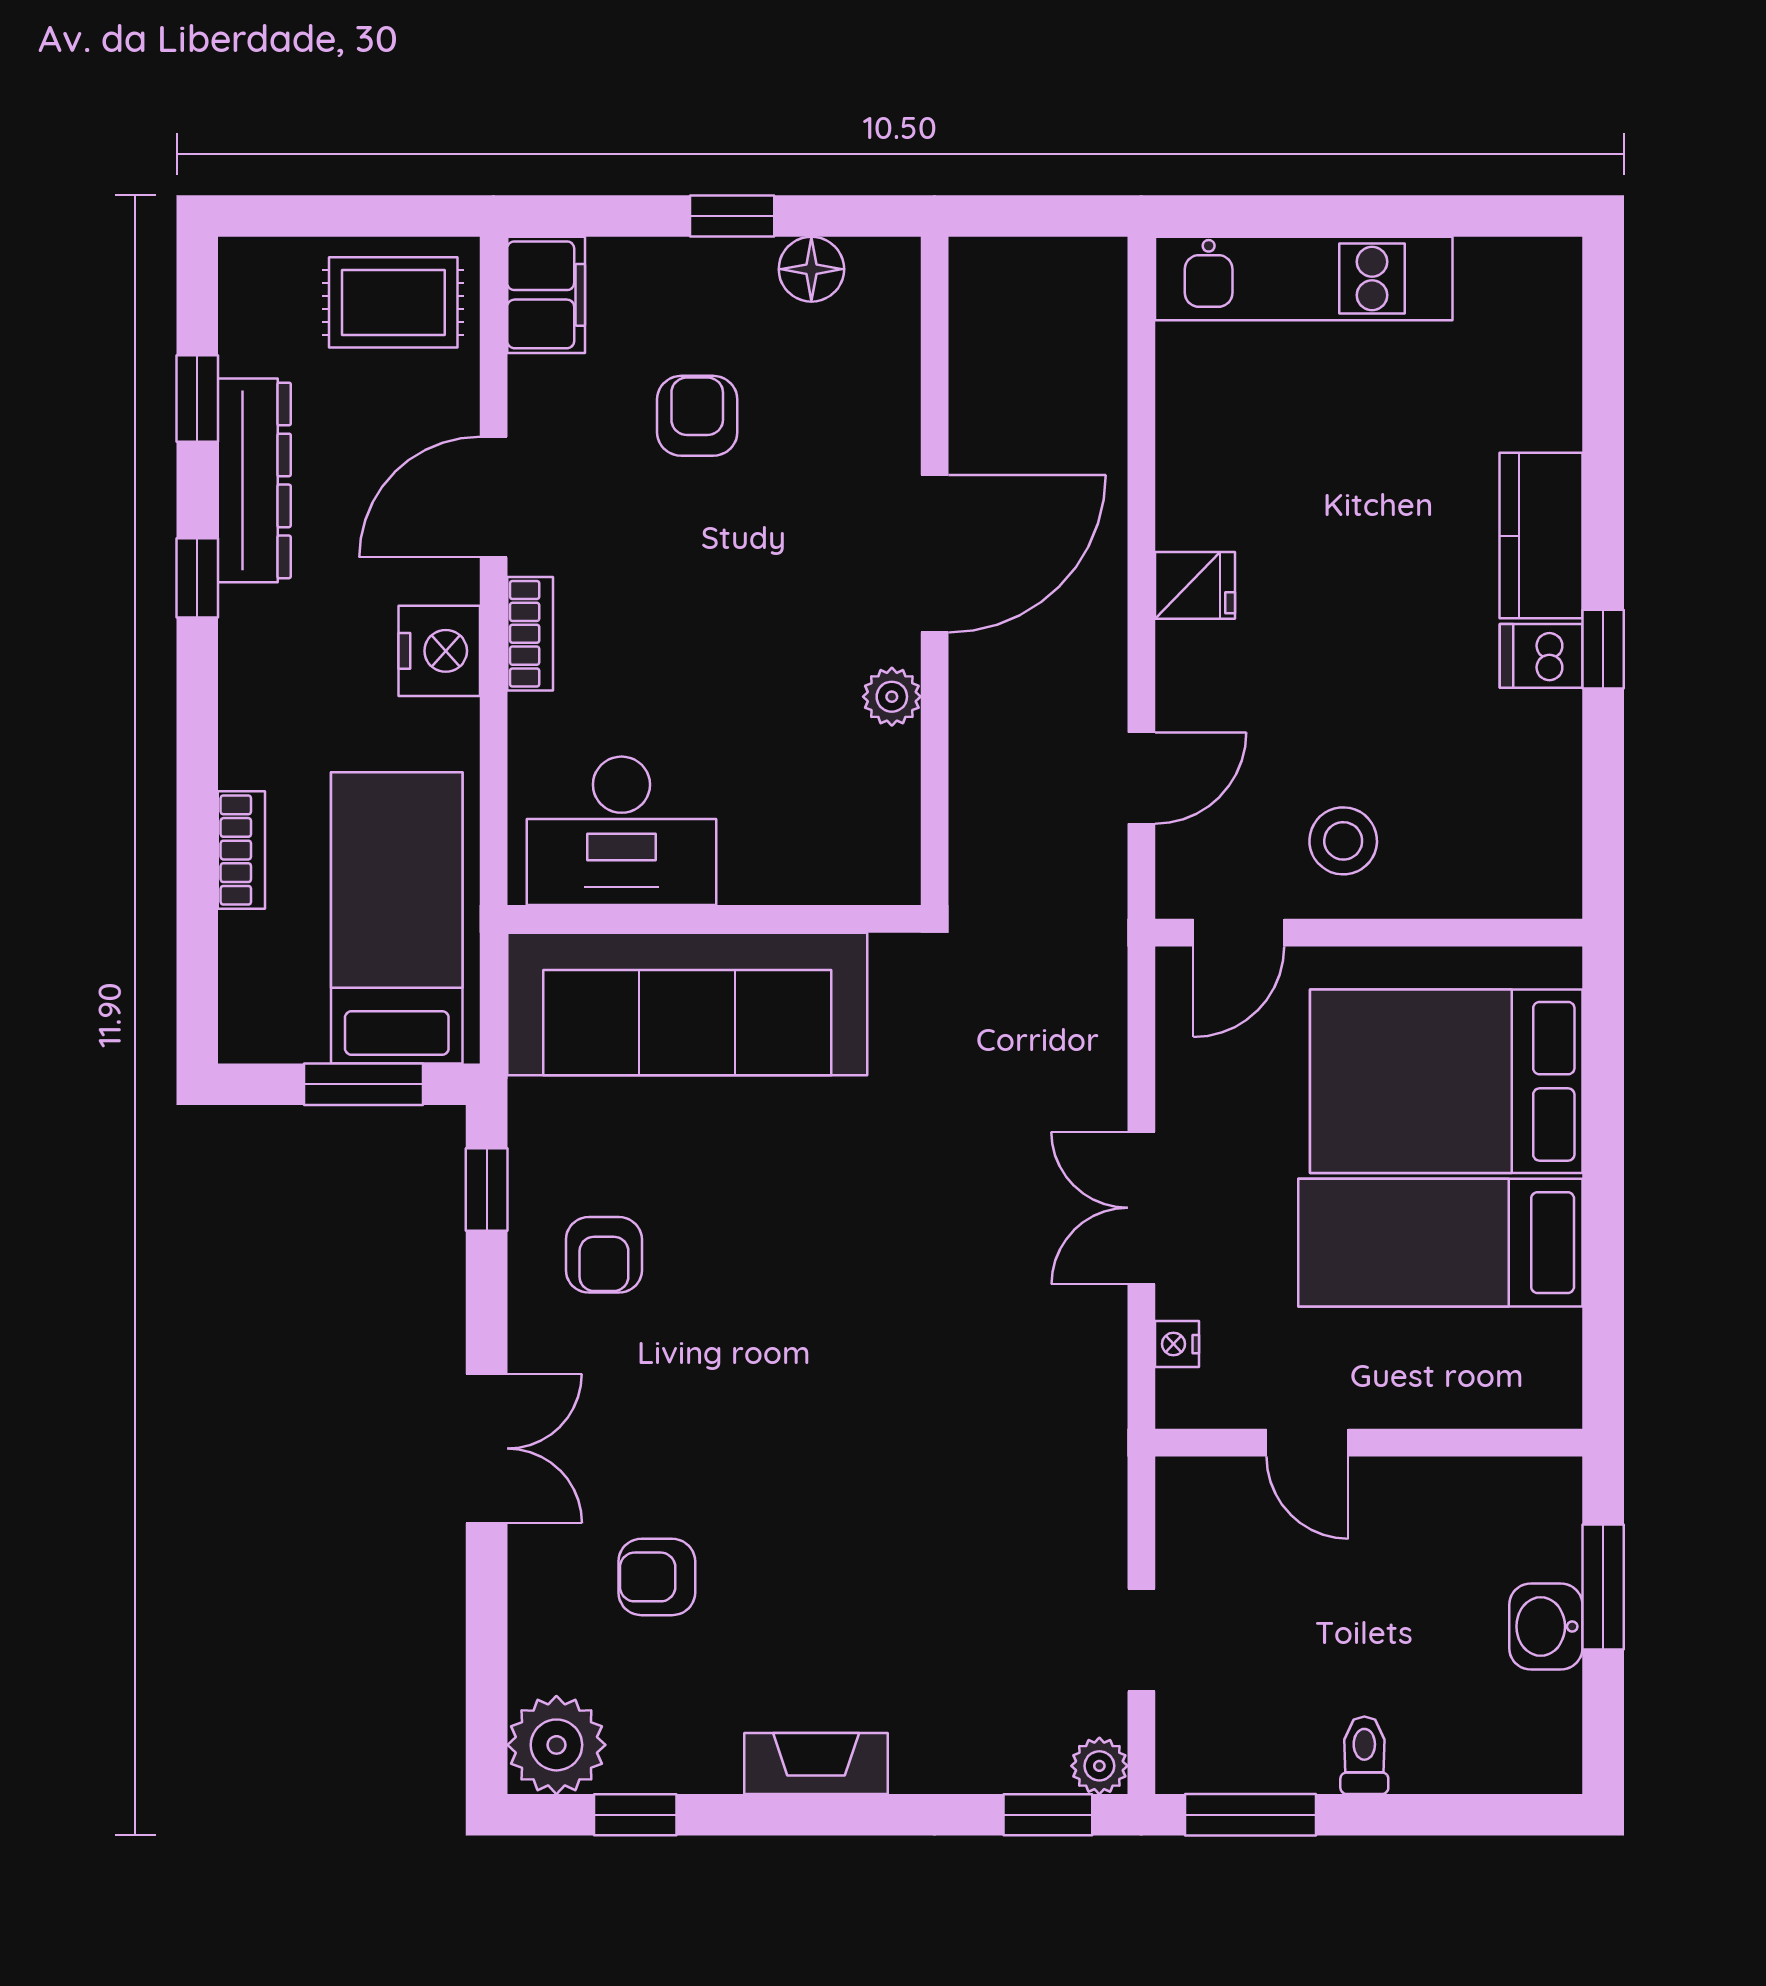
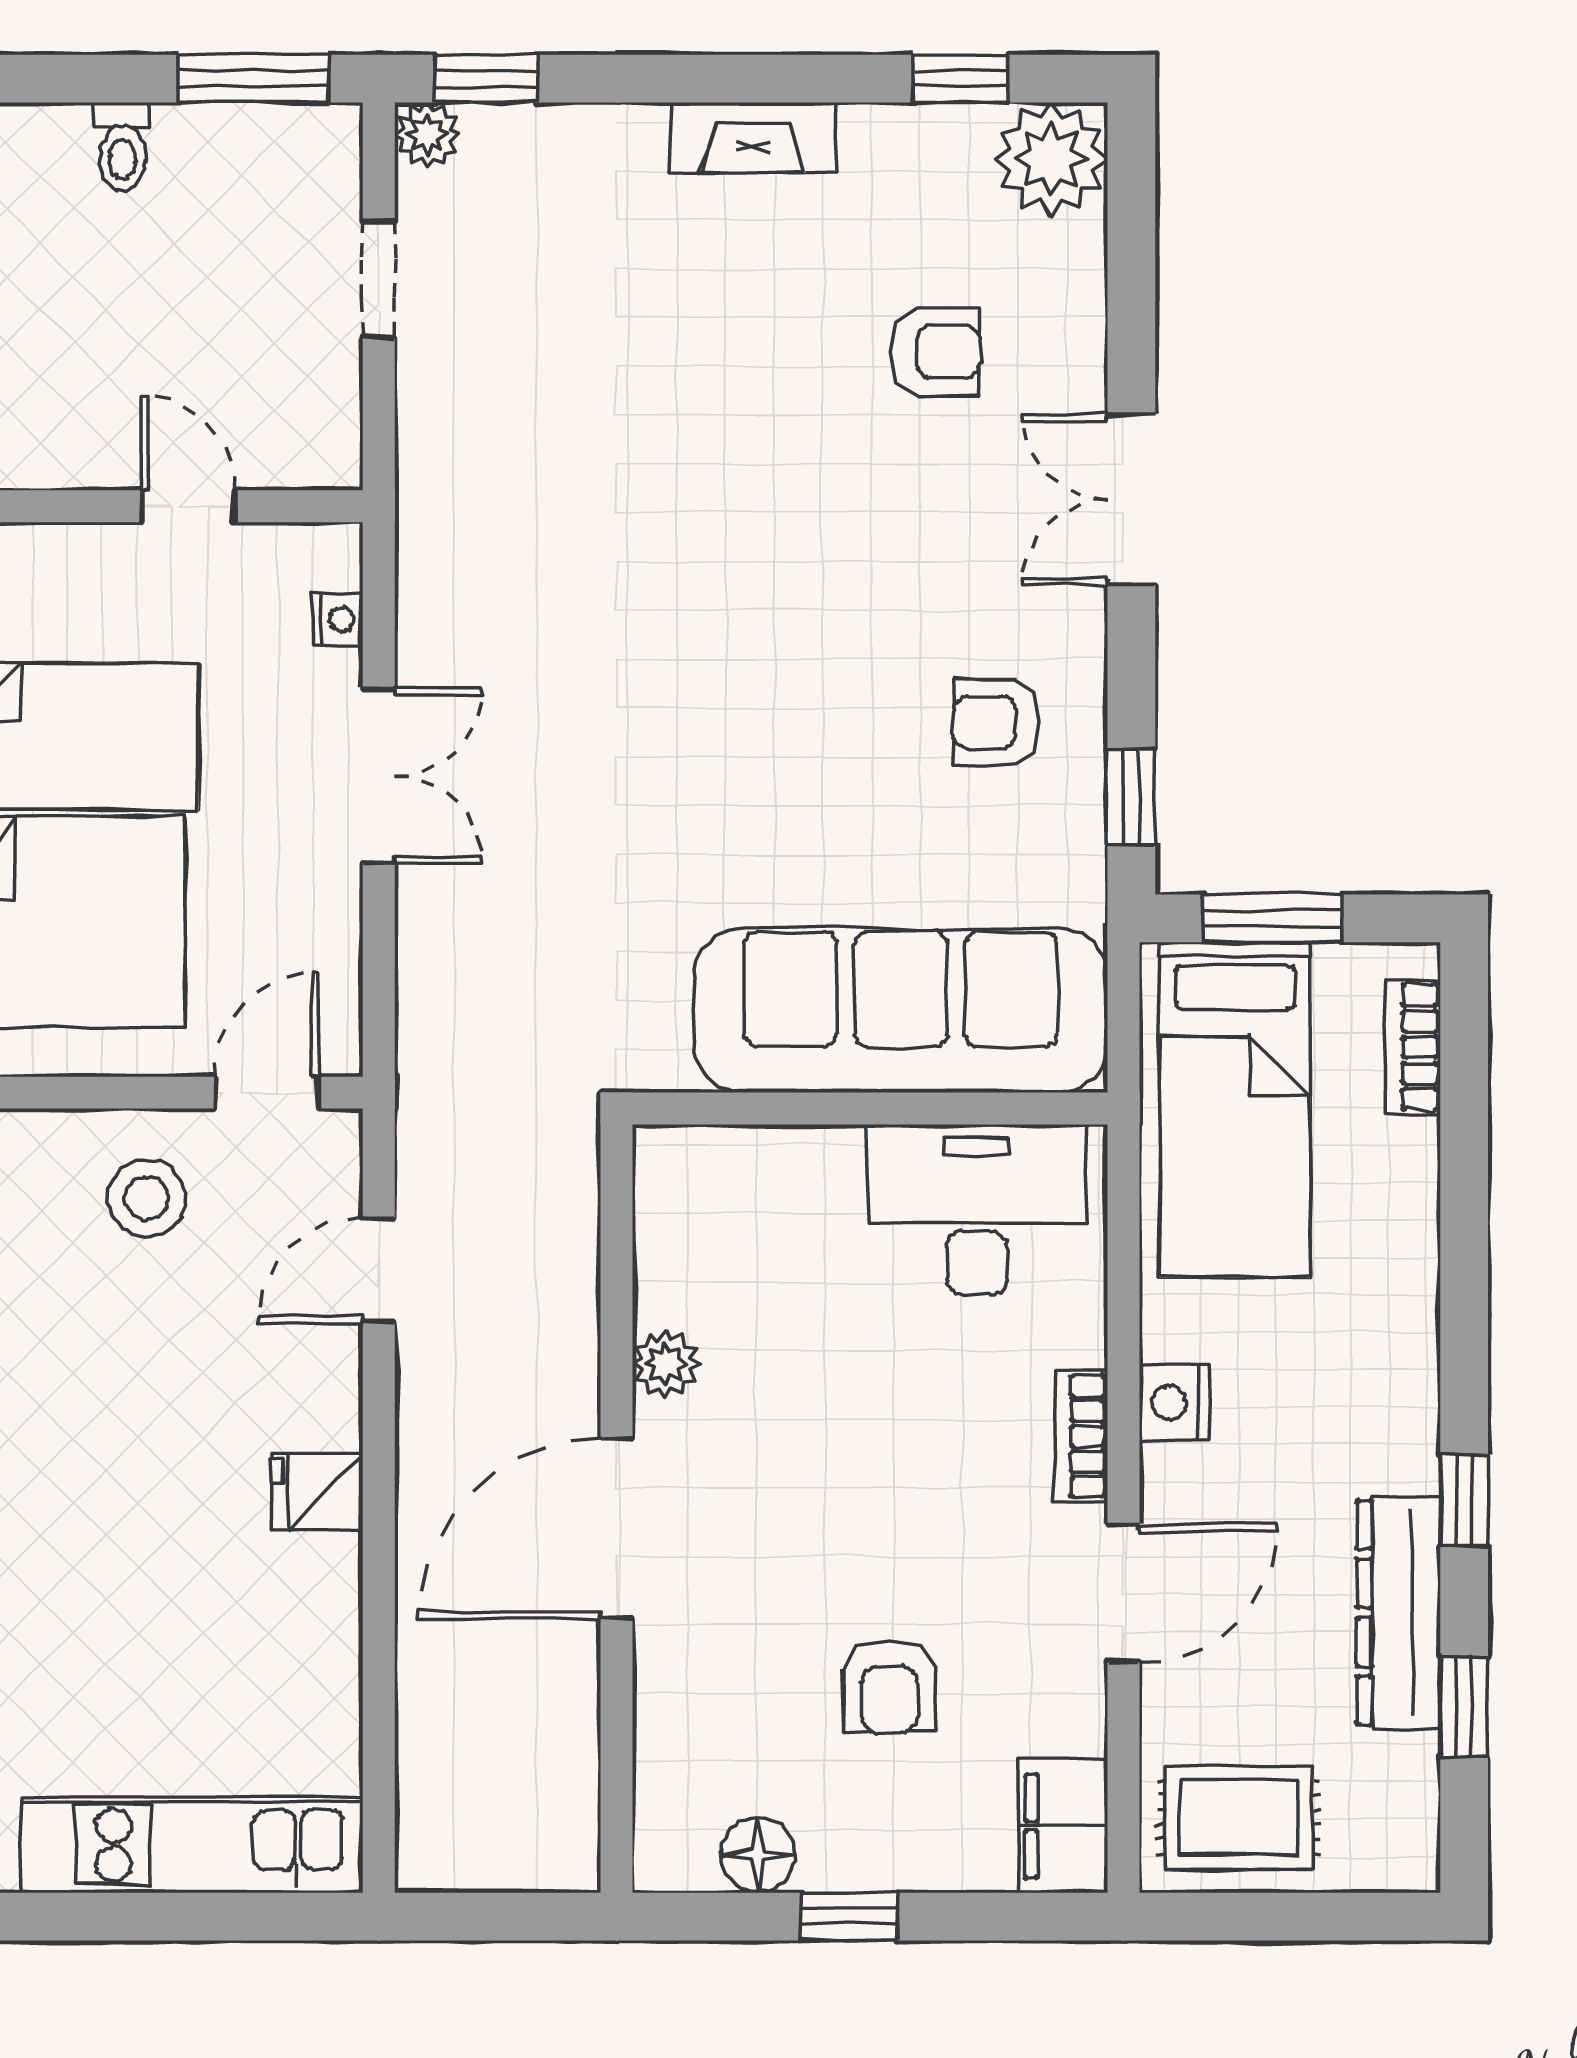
nightstand: (439, 651) -> (1174, 1403), width x0.74, depth x0.75
bookcase: (241, 850) -> (1413, 1047), moved
armchair: (604, 1255) -> (997, 722), turned -90

